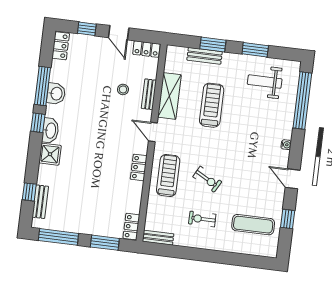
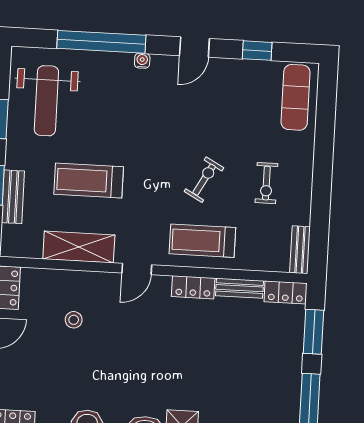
weight bench: (265, 82) -> (46, 101), width x1.36, depth x1.33
bench: (149, 94) -> (239, 288), moved
window: (302, 100) -> (101, 42), moved
exercise mat: (253, 225) -> (296, 97), moved

